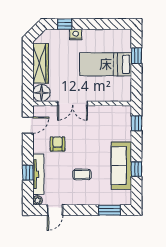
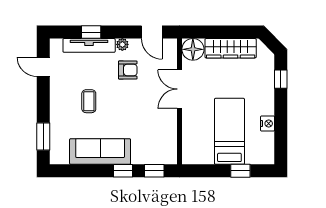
nightstand: (76, 35) -> (268, 124), moved
window: (136, 169) -> (123, 171), moved
plant: (38, 200) -> (122, 44), moved

